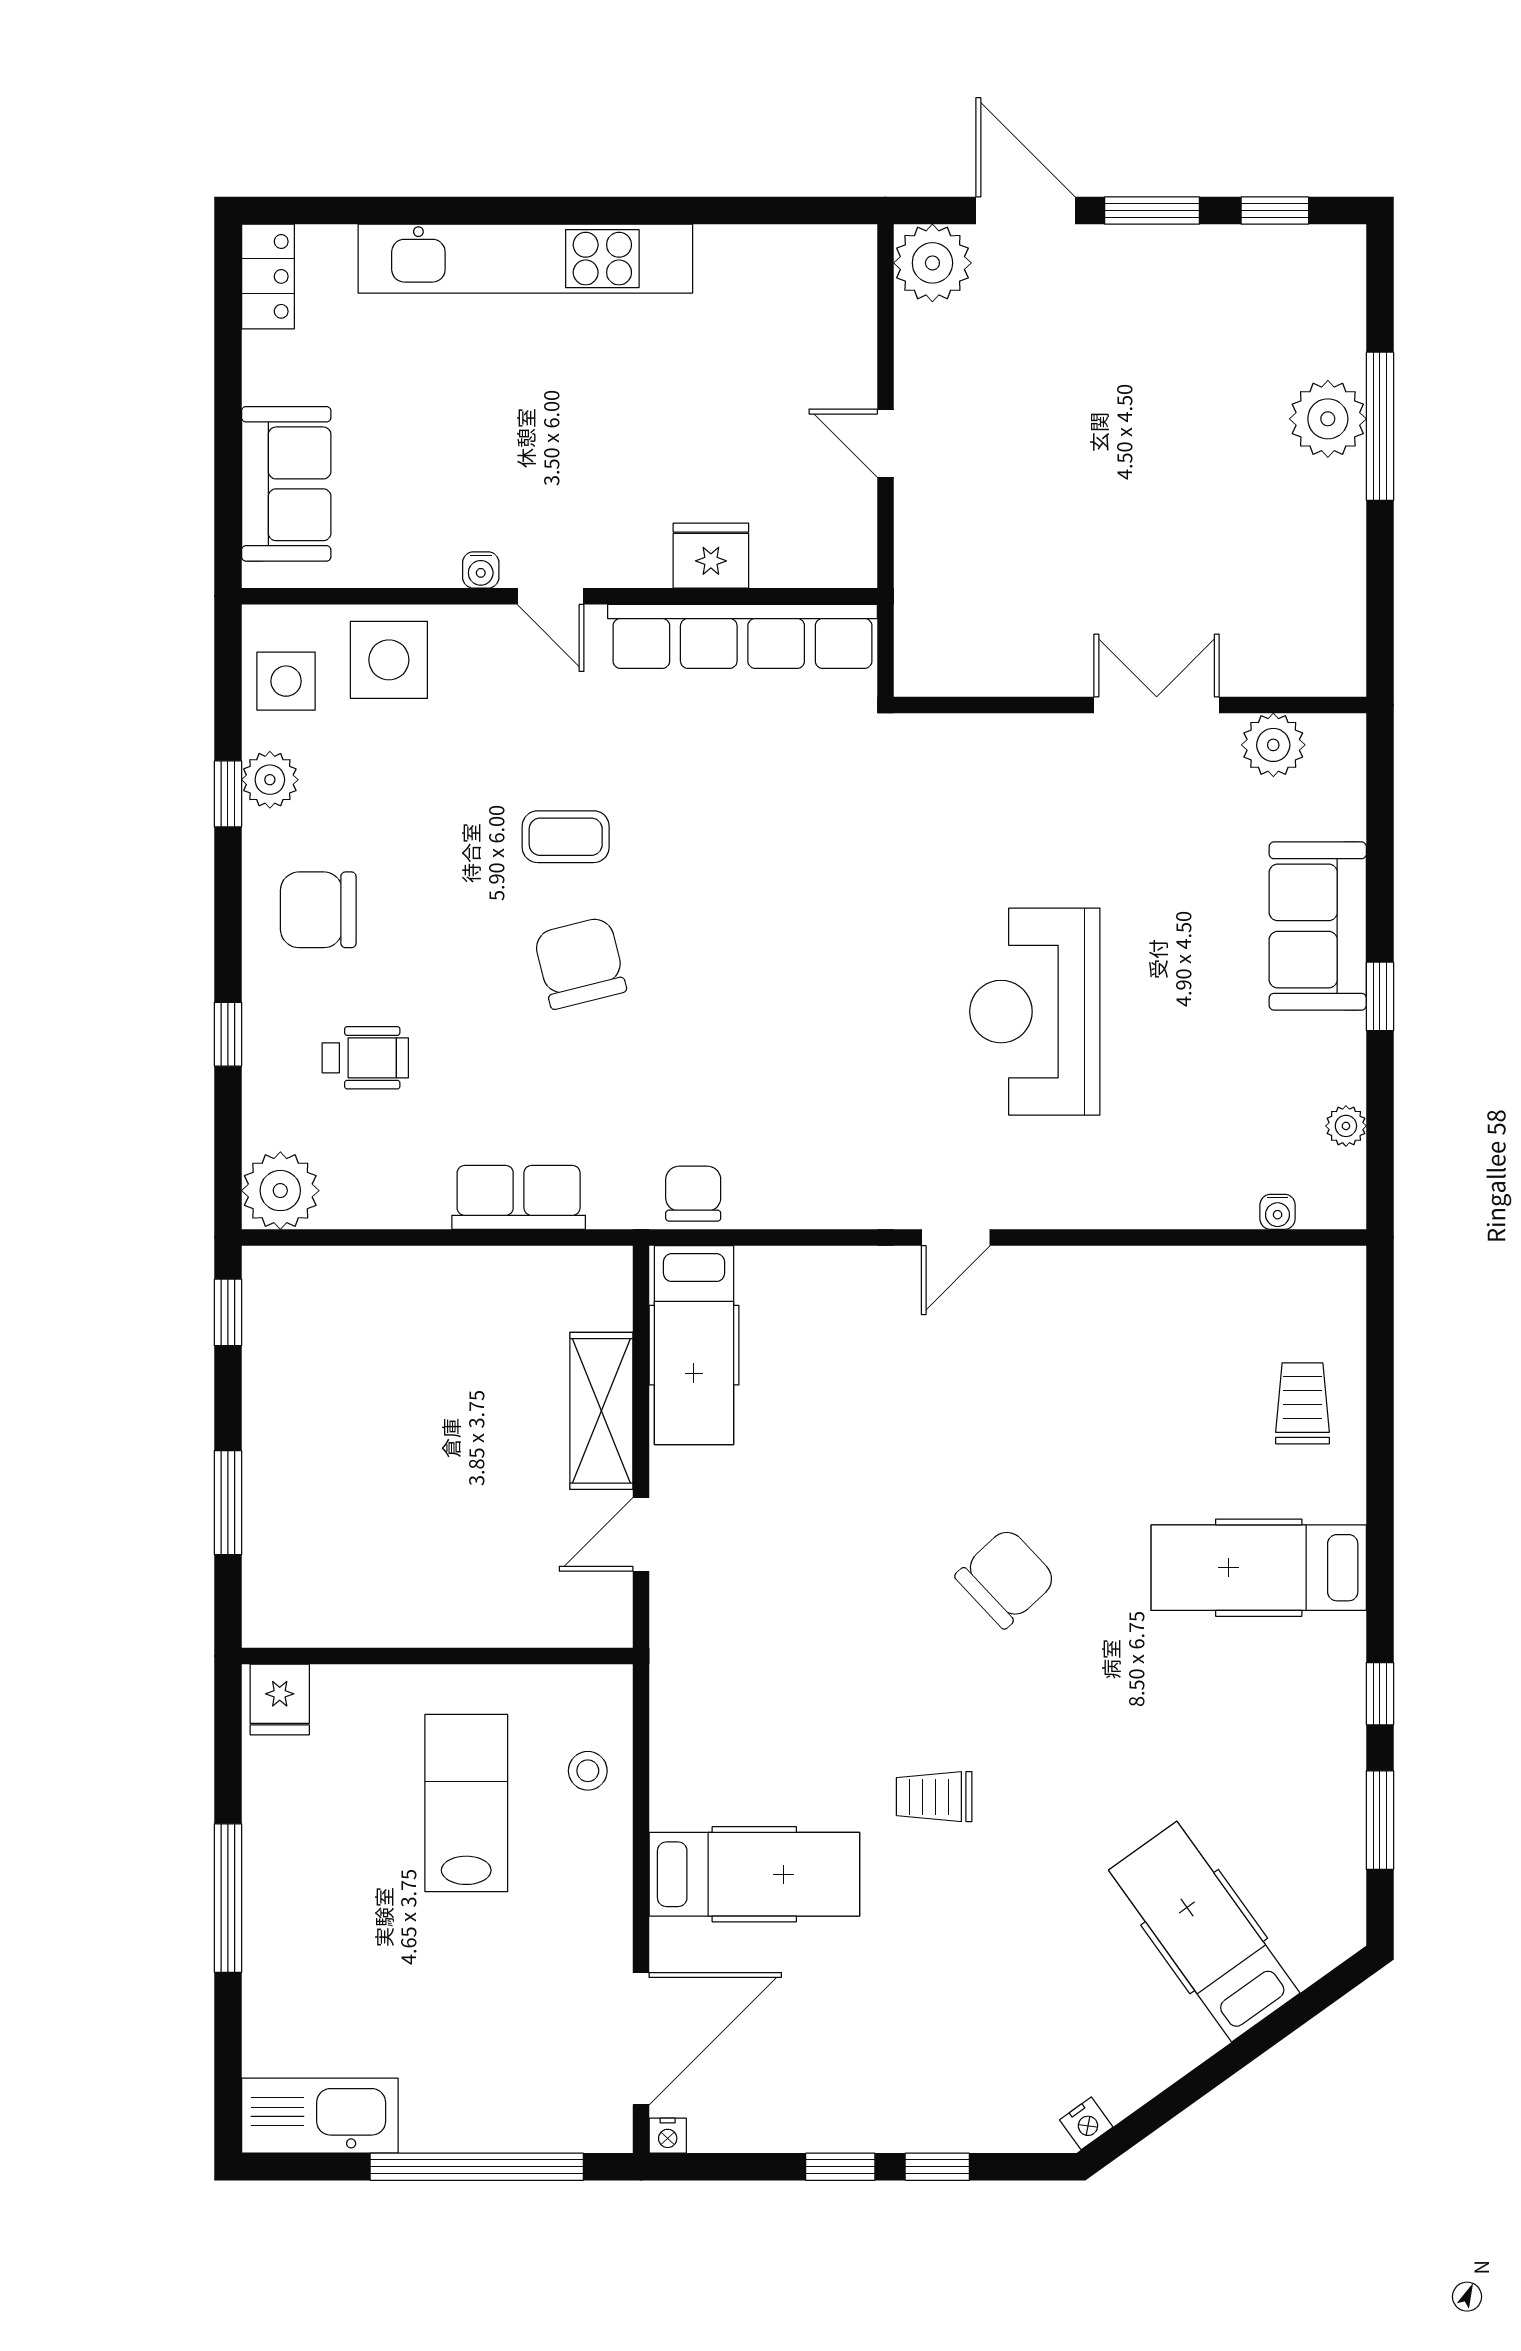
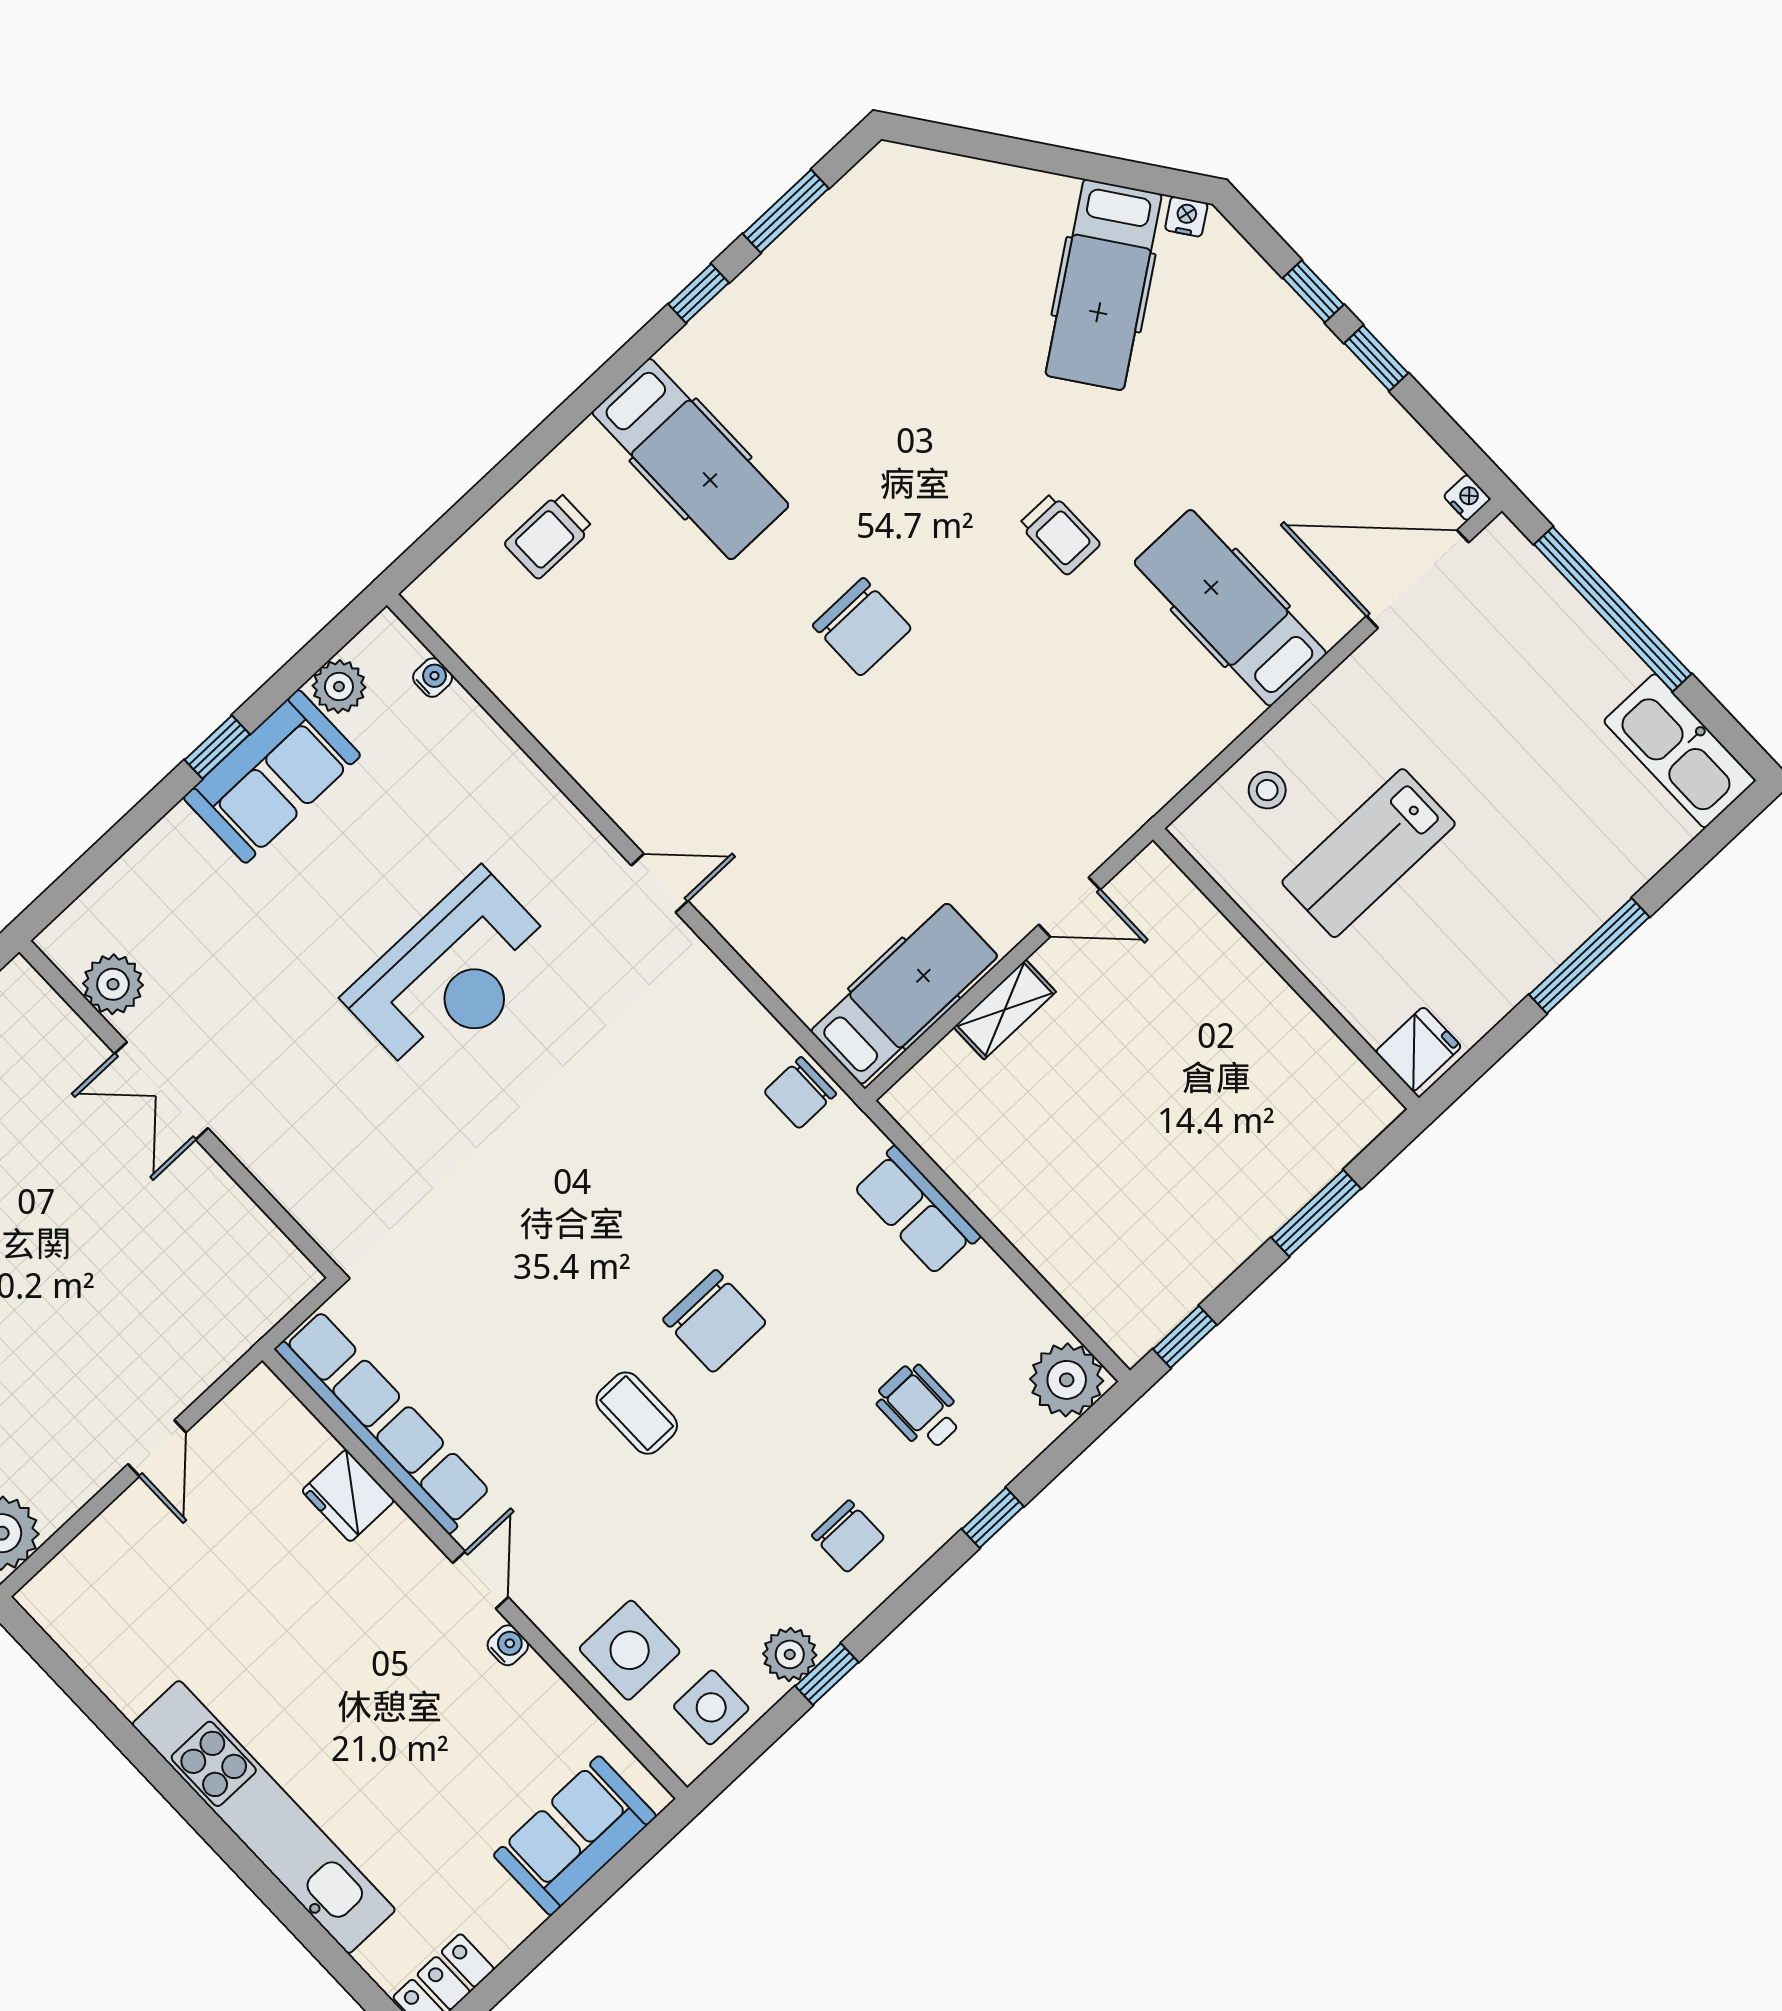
chair: (318, 910) -> (848, 1536), width x0.73, depth x0.73
sofa: (1318, 926) -> (272, 776), moved
chair: (580, 963) -> (714, 1321), turned -76
plant: (1346, 1126) -> (339, 687), width x1.38, depth x1.38
shelving: (601, 1411) -> (1005, 1009), width x0.67, depth x0.75
chair: (1006, 1578) -> (862, 627), turned -137
hospital bed: (1204, 1932) -> (1104, 285), moved

